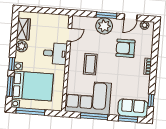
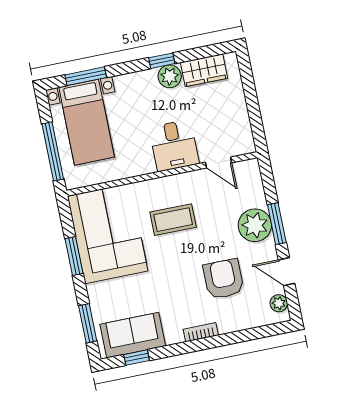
window: (12, 64) -> (162, 61), moved
bed with nightstands: (33, 86) -> (87, 122), width x0.73
sofa: (133, 108) -> (133, 335), moved, turned -90
window: (30, 111) -> (53, 151), moved
window: (94, 116) -> (74, 256), width x0.69

